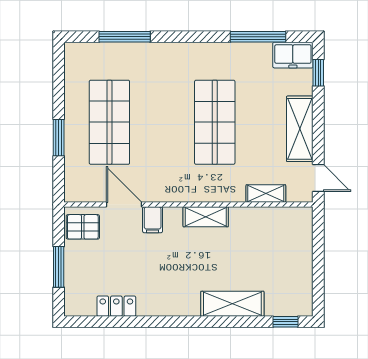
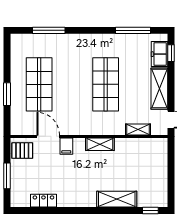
freezer: (293, 55) -> (160, 54), moved, turned 90

